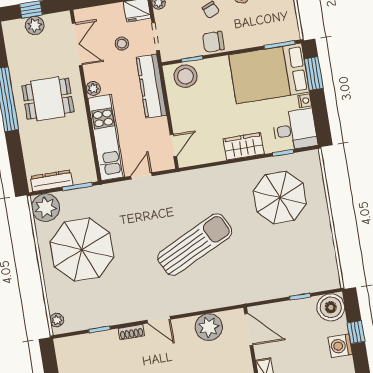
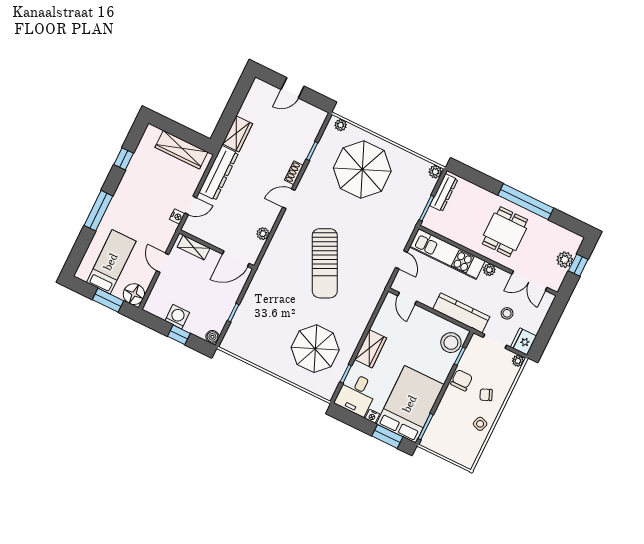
plant: (46, 208) -> (435, 172), width x0.53, depth x0.53
parasol: (82, 250) -> (362, 169), moved
boiler: (331, 307) -> (212, 337), width x0.54, depth x0.54
plant: (209, 327) -> (263, 234), width x0.53, depth x0.53

